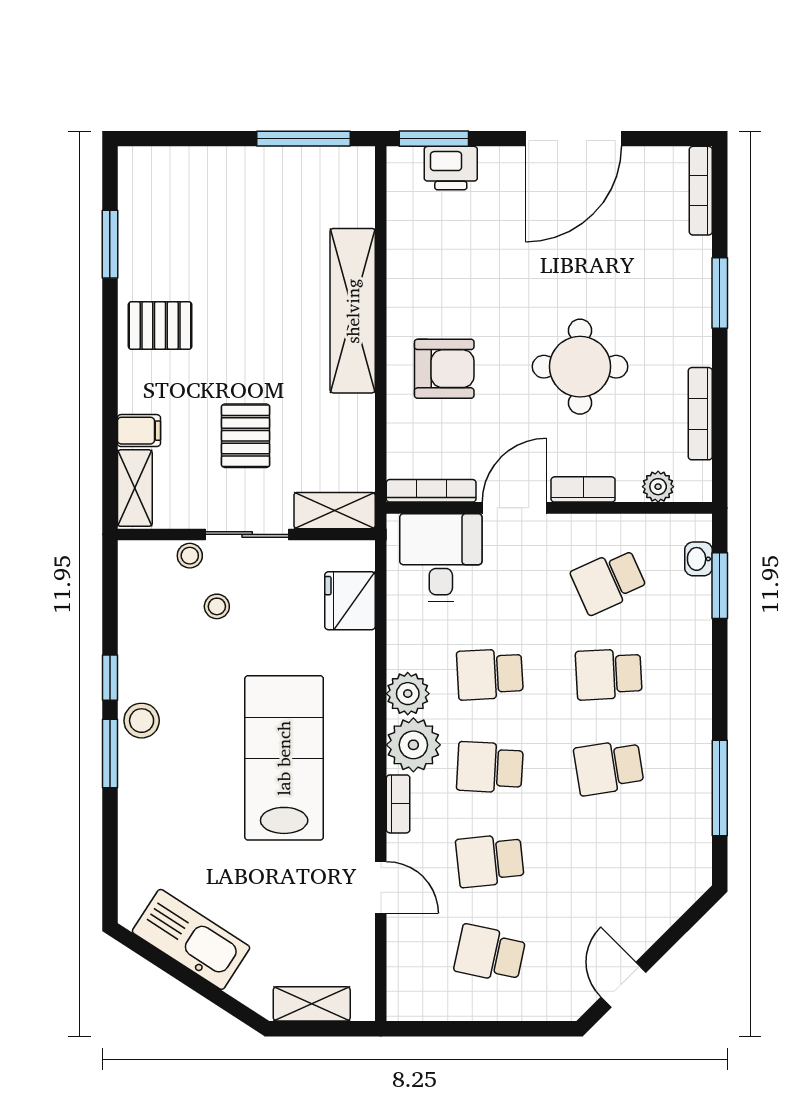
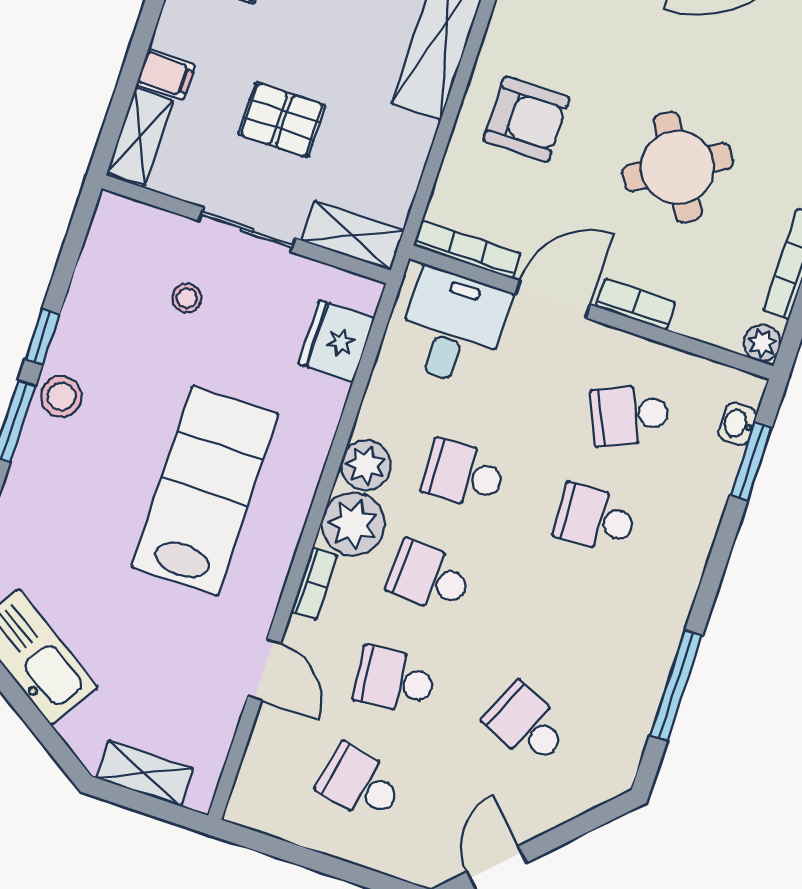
round table: (580, 367) -> (678, 167), turned -32
pallet: (246, 436) -> (282, 120), turned 90
plant: (658, 487) -> (762, 343), moved
stool: (190, 556) -> (176, 232), removed
school desk: (609, 767) -> (526, 724), moved, turned 33

